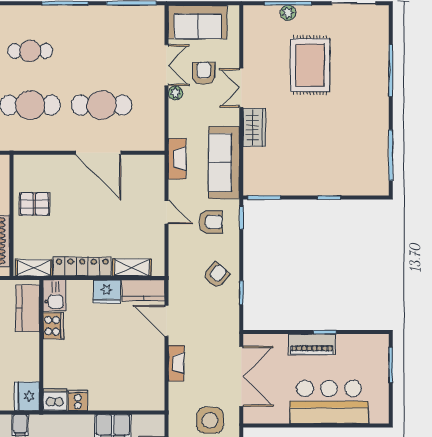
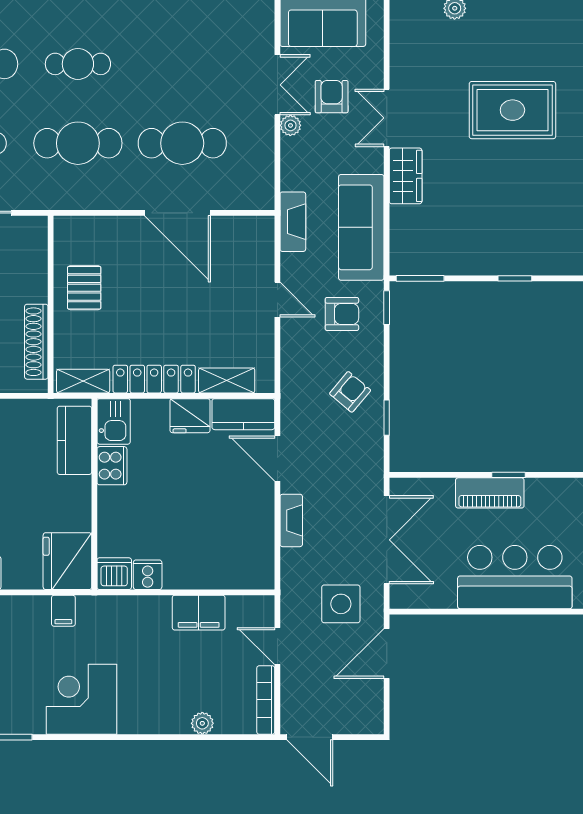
rug: (310, 65) -> (512, 110), moved, turned 90
pallet: (34, 204) -> (84, 288), turned 90
fridge: (27, 396) -> (67, 561), width x1.36, depth x1.34

